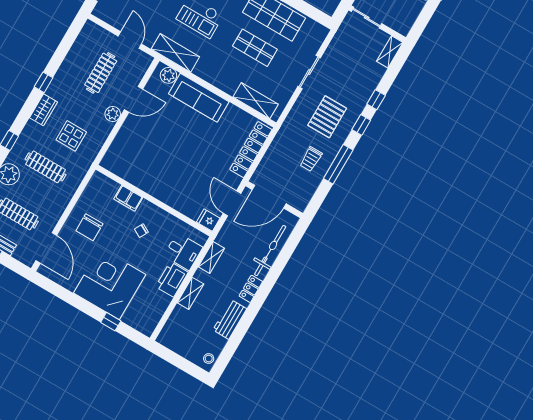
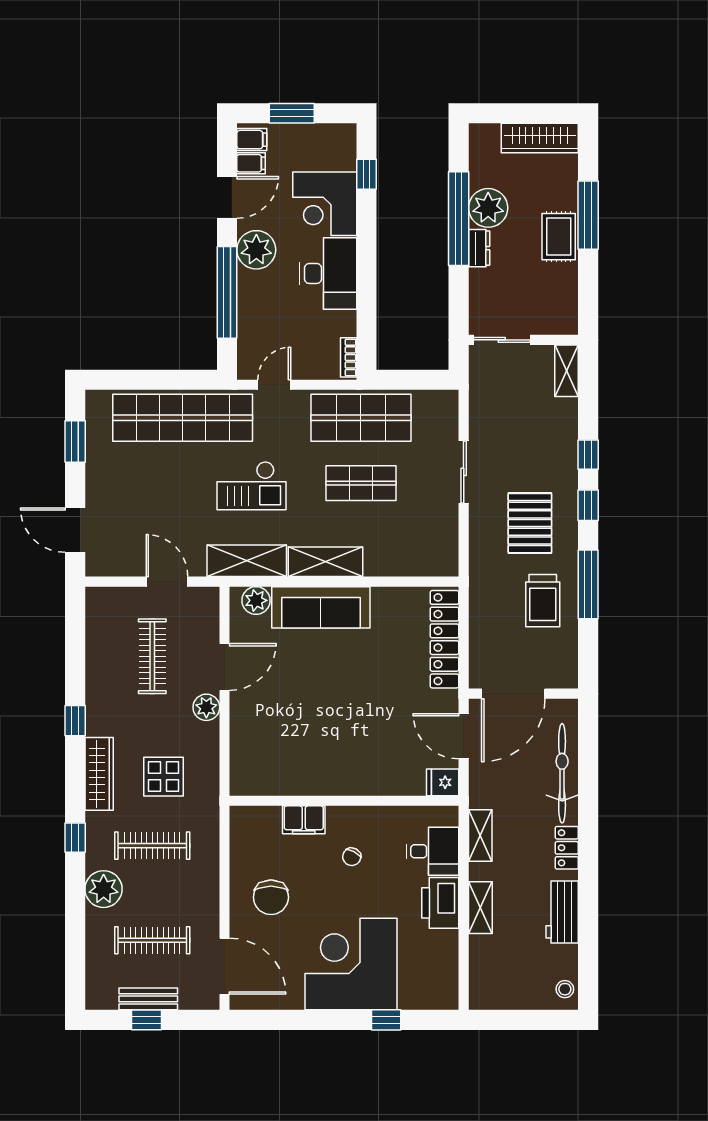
shelving: (256, 101) -> (325, 562), moved
wardrobe: (44, 110) -> (99, 774), width x1.50
trolley: (311, 159) -> (543, 601), width x1.36, depth x1.39

